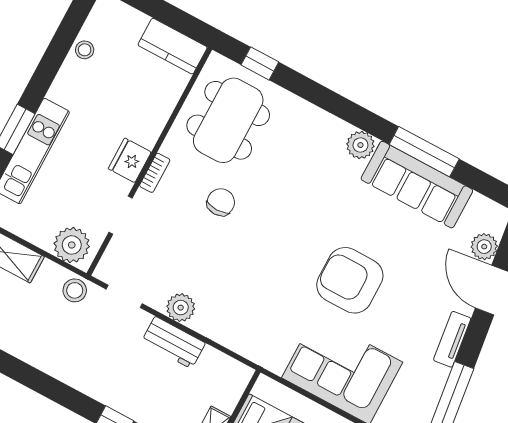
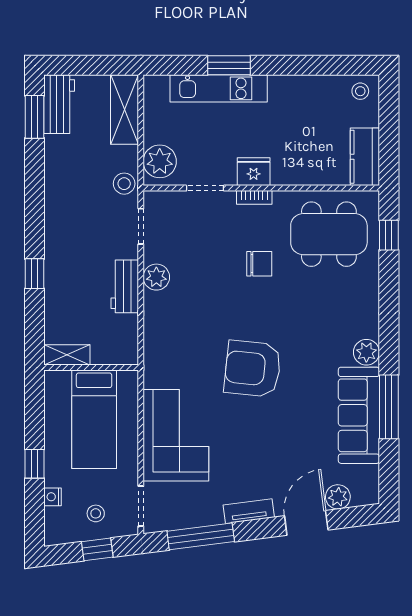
stool: (85, 50) -> (360, 91), moved
armchair: (350, 280) -> (253, 369), moved, turned -84

